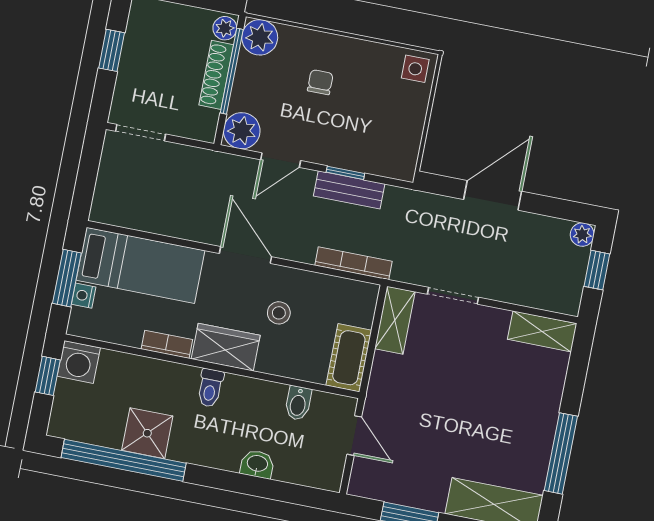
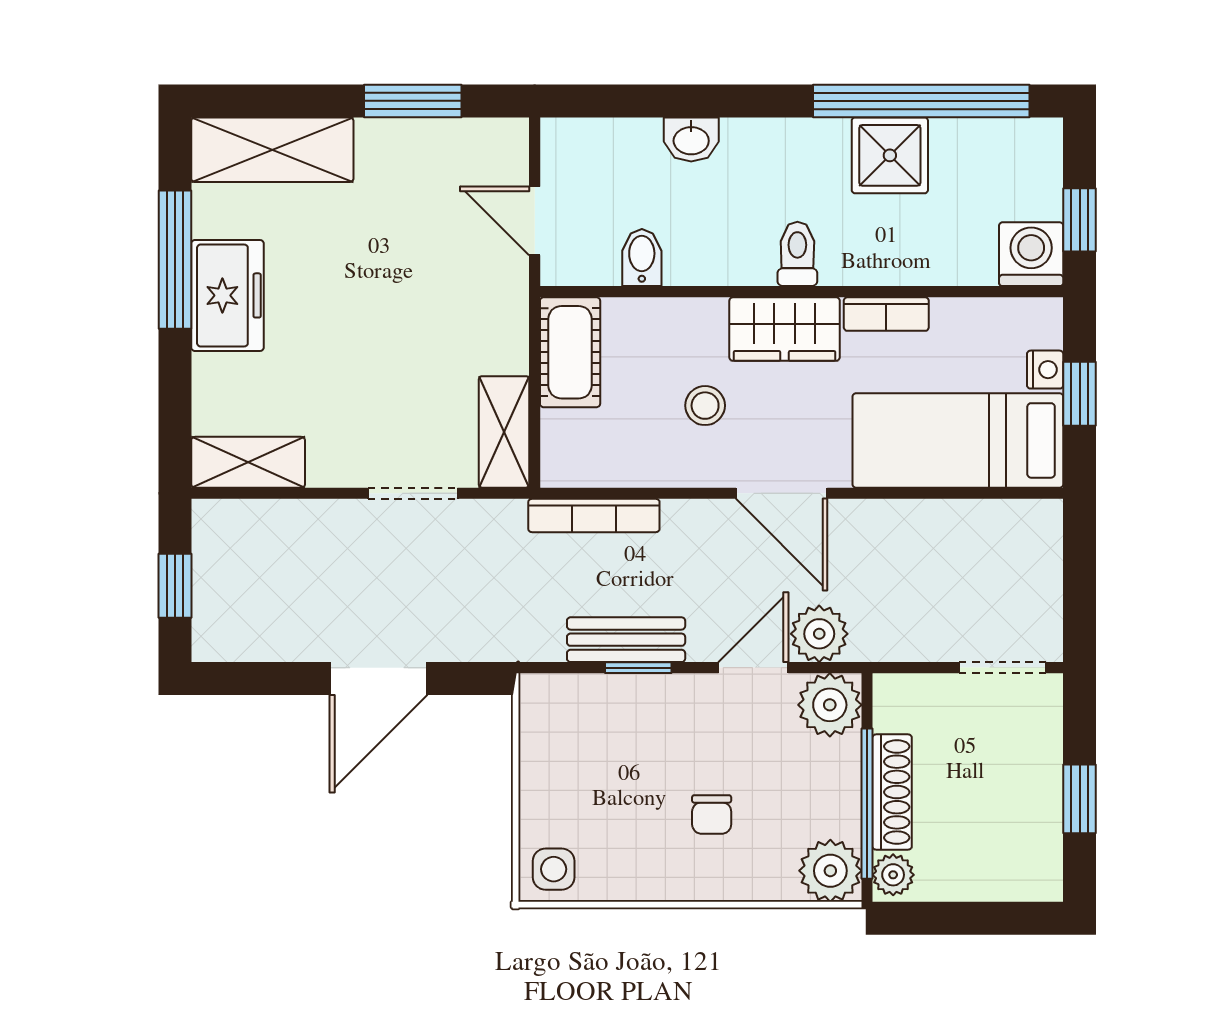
plant: (582, 235) -> (819, 634), moved, width x1.38, depth x1.38
window: (67, 278) -> (1080, 394), width x0.67
freezer: (535, 427) -> (227, 295), added

